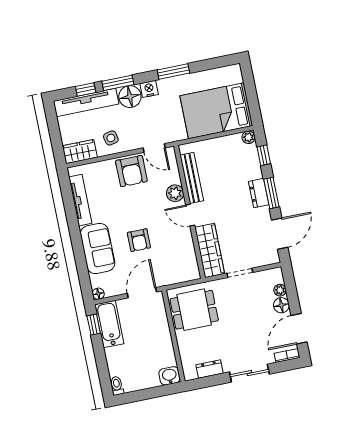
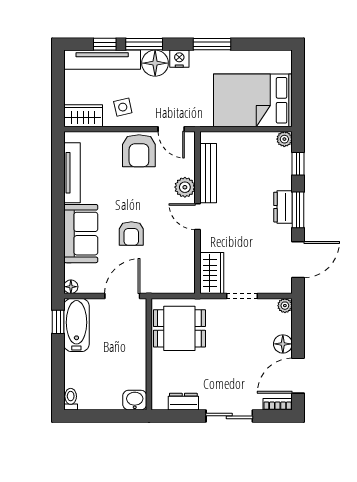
wardrobe: (210, 251) -> (212, 273), width x0.67
plant: (280, 290) -> (285, 306), moved

